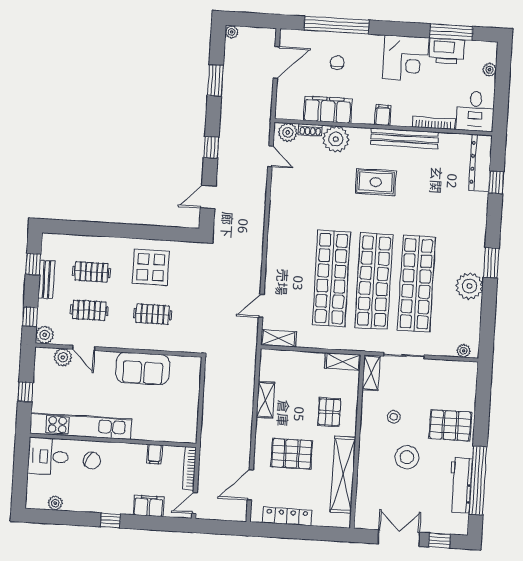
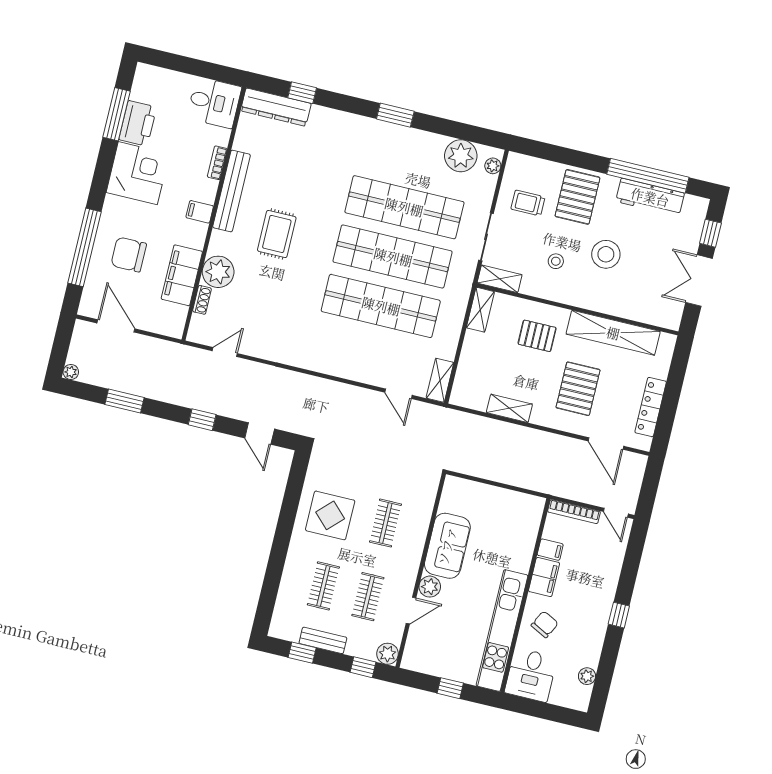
chair: (337, 63) -> (129, 254), width x1.87, depth x1.87
plant: (490, 70) -> (169, 77), removed
bookcase: (433, 123) -> (217, 163), width x0.64
plant: (288, 132) -> (200, 327), removed
plant: (469, 286) -> (461, 156), moved
plant: (63, 357) -> (430, 587), moved
trolley: (438, 385) -> (528, 203), added
filing cabinet: (149, 506) -> (544, 577), moved, turned 180

